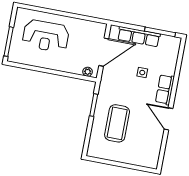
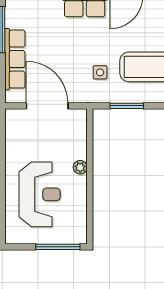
plant: (88, 72) -> (80, 167), moved
side table: (142, 73) -> (100, 72), moved

